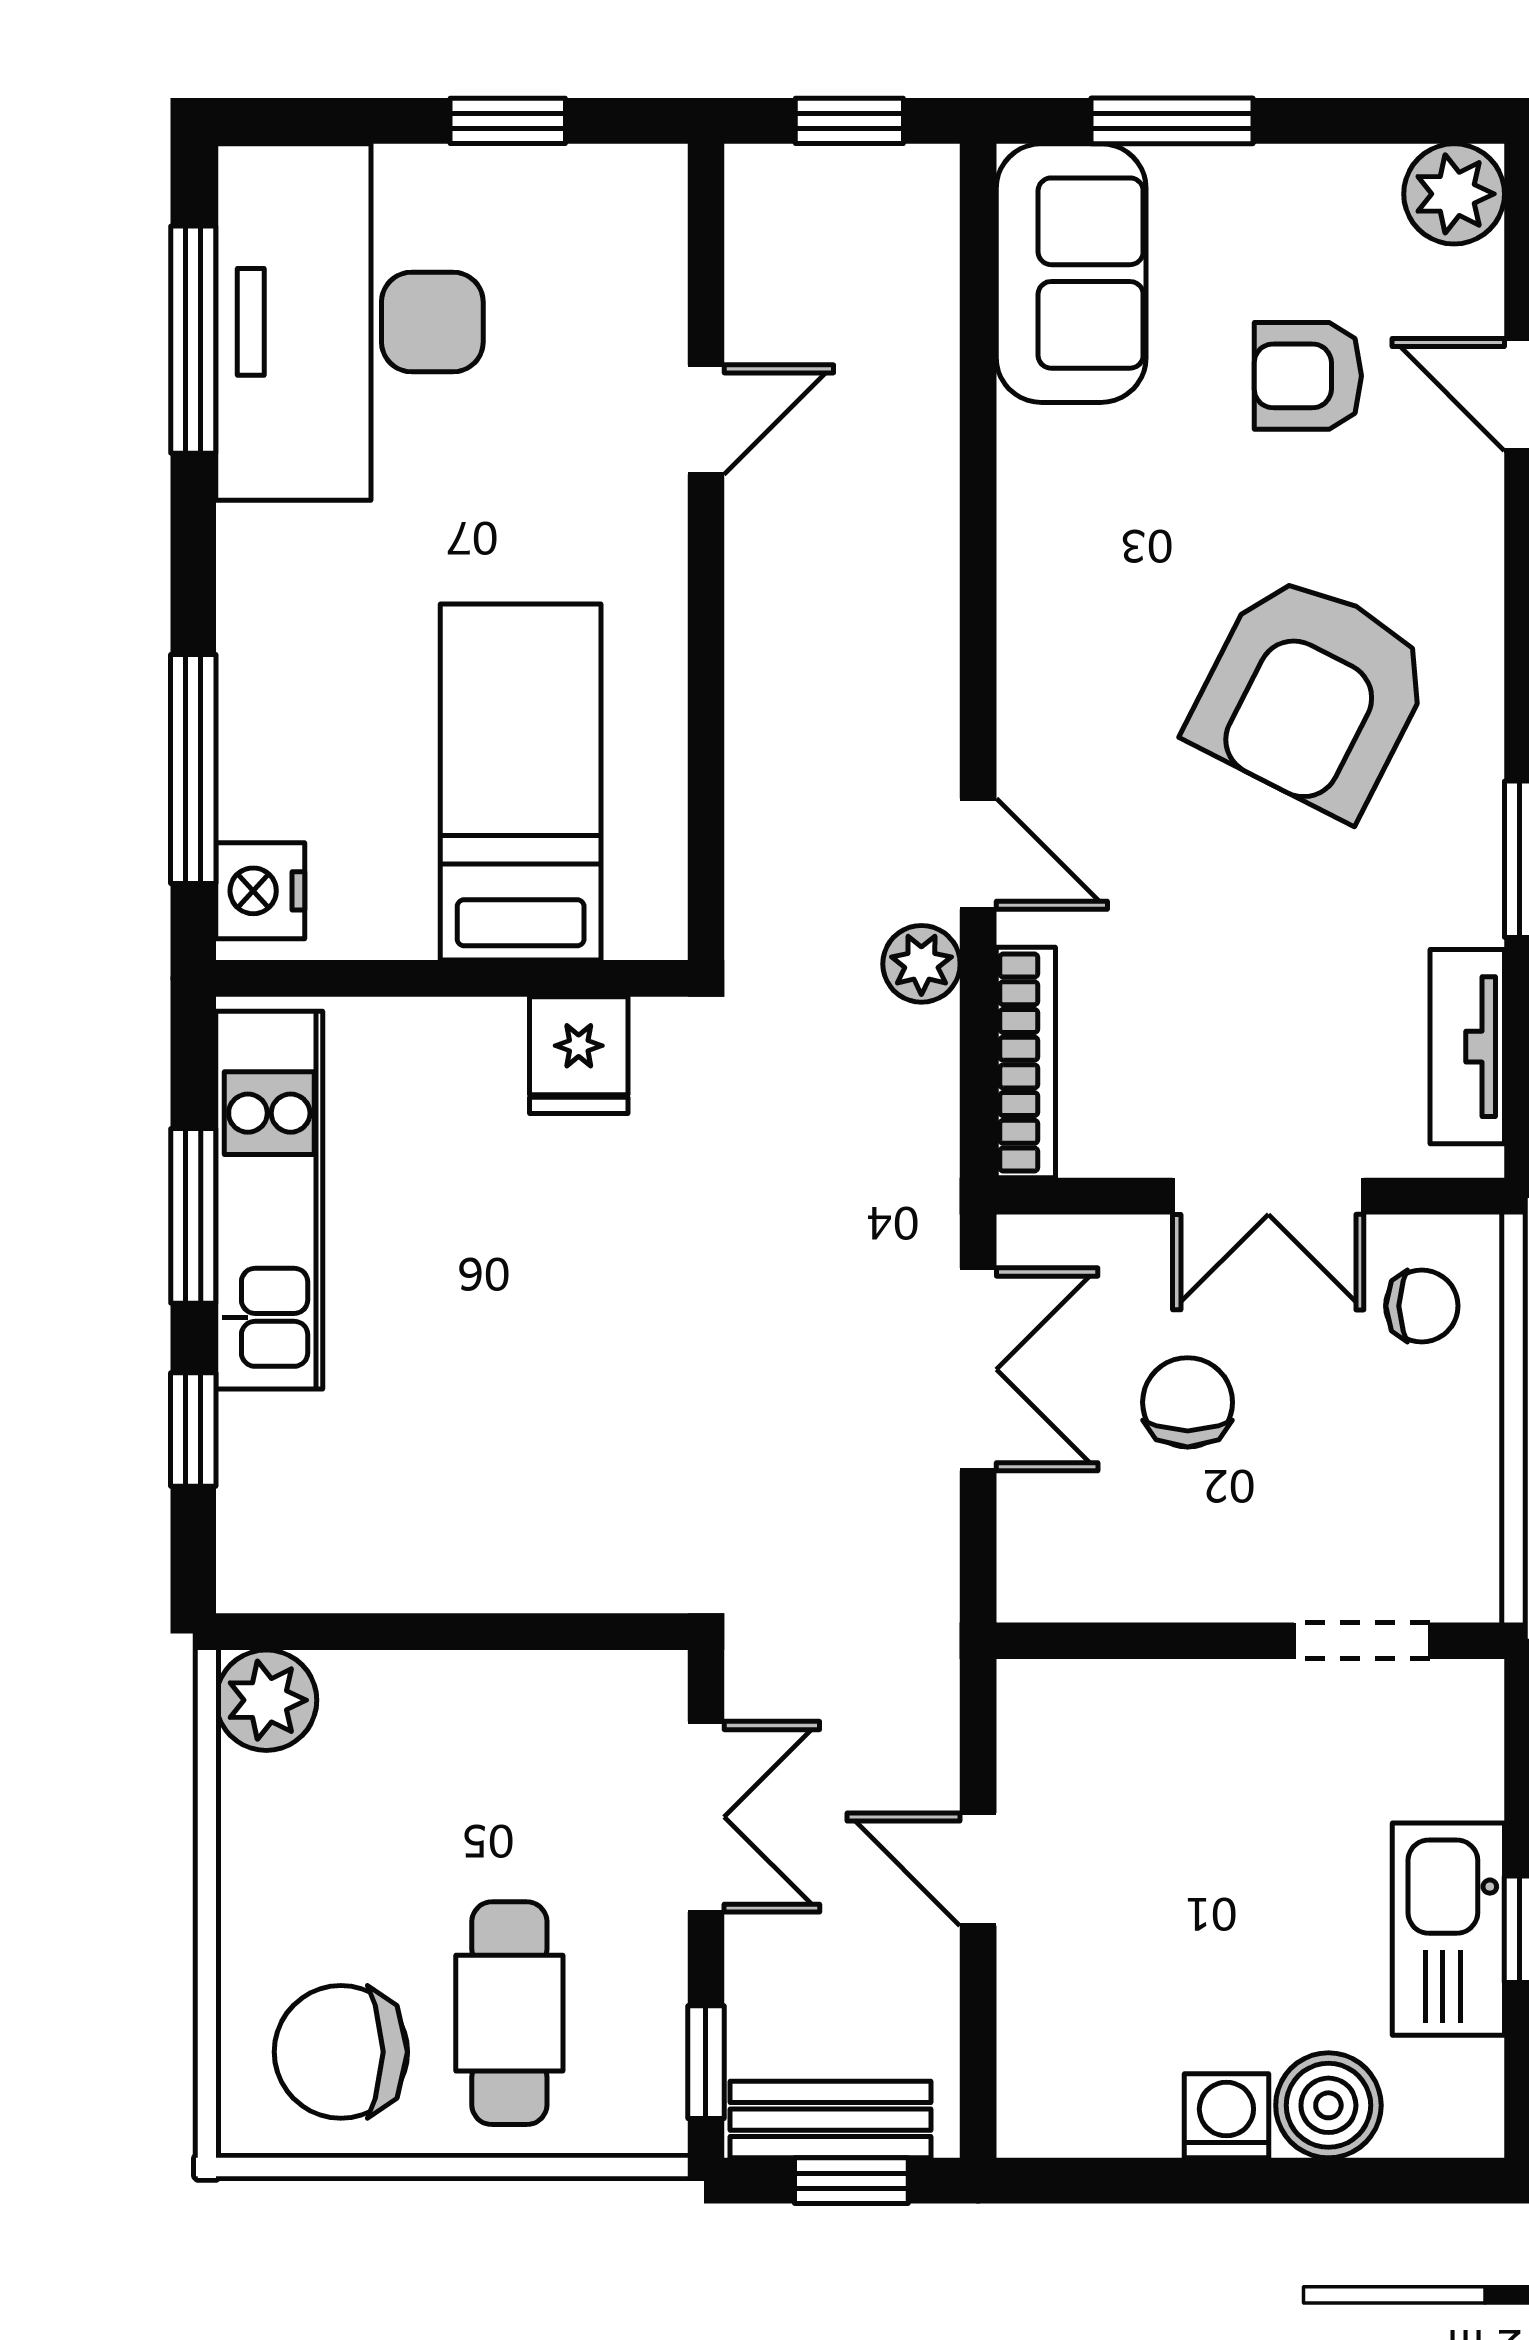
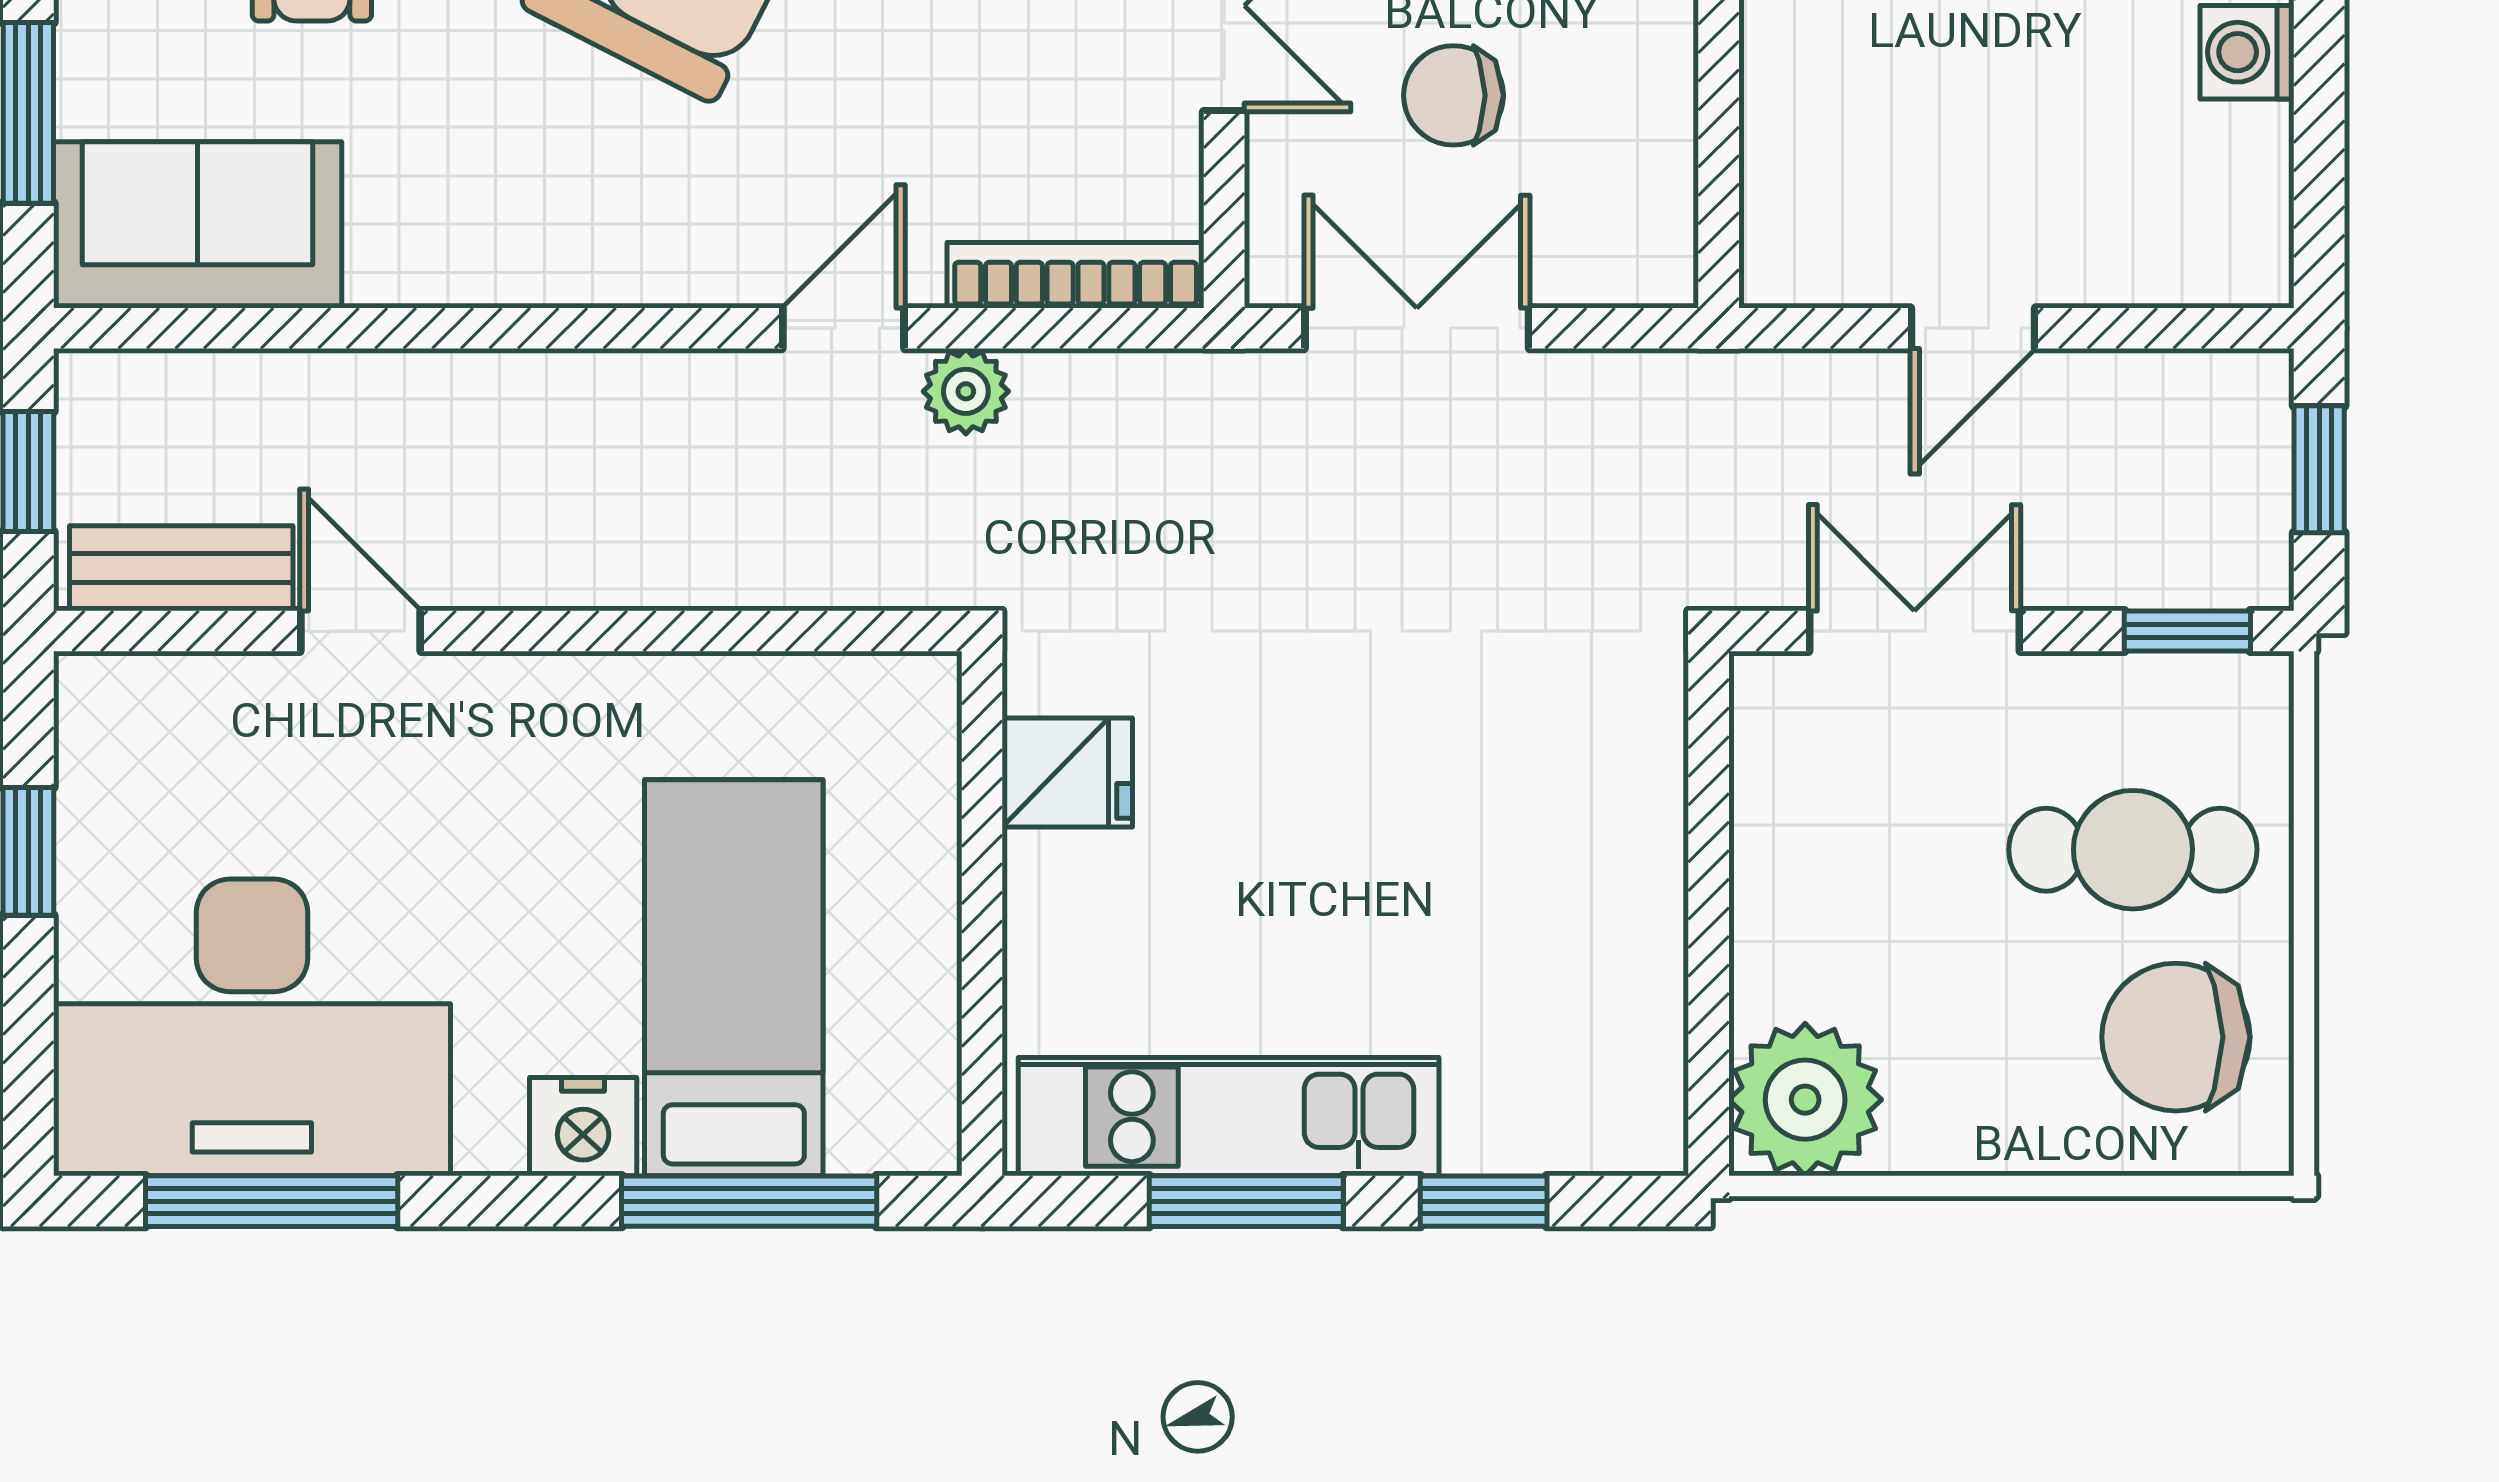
bed: (521, 782) -> (734, 978), moved, turned 90
nightstand: (260, 891) -> (583, 1127), moved
plant: (266, 1700) -> (1805, 1100), width x1.36, depth x1.36
chair: (341, 2052) -> (2176, 1037), turned 90
bench: (831, 2120) -> (181, 568), moved, turned 90

